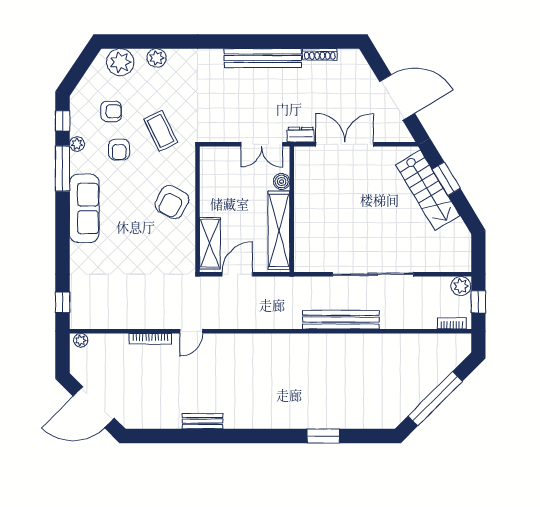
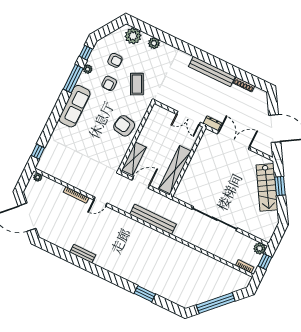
boiler: (282, 182) -> (189, 144), removed
armchair: (172, 202) -> (124, 126), turned 72
bench: (341, 320) -> (153, 219), moved

